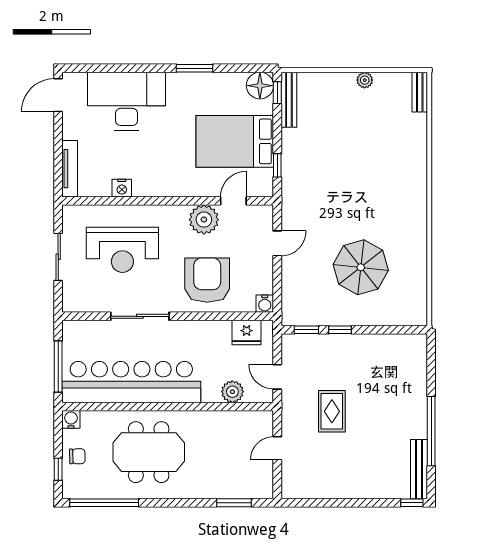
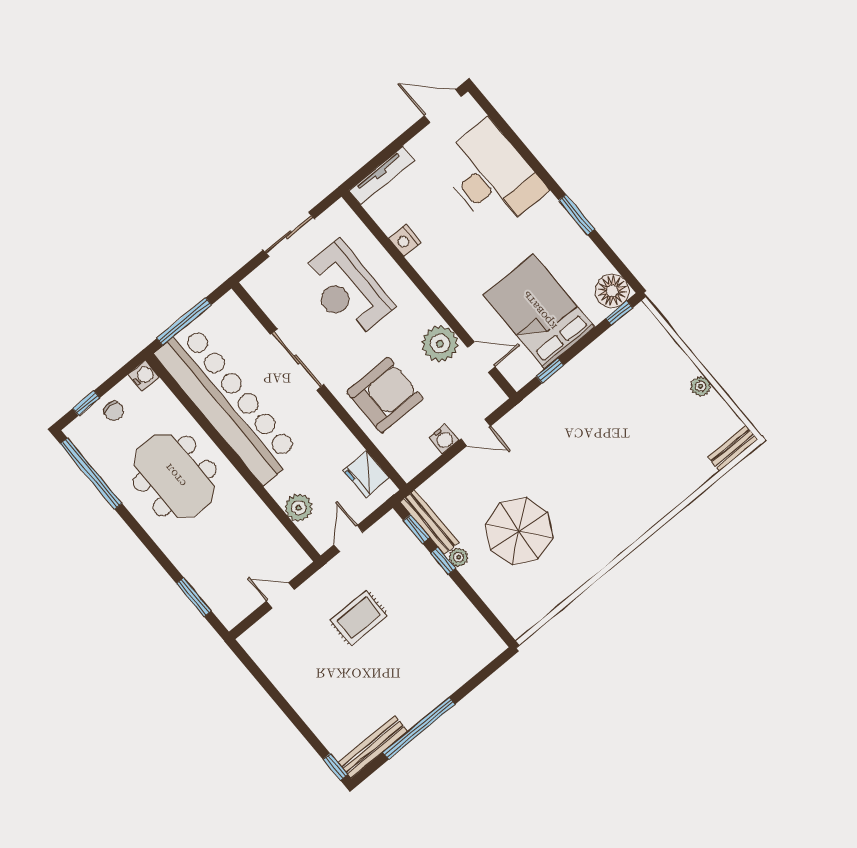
bench: (289, 100) -> (429, 522), moved, turned 90
water cooler: (265, 304) -> (444, 439), moved, turned -90
plant: (346, 318) -> (459, 557), added

